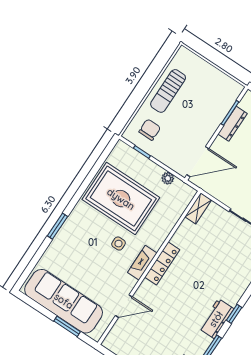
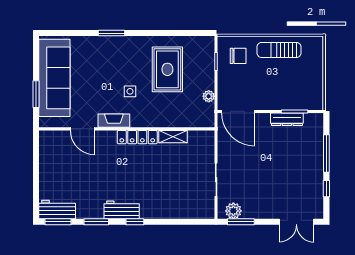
rug: (121, 199) -> (167, 69), width x0.73, depth x0.69
shelving: (198, 208) -> (173, 137), moved
fireplace: (142, 263) -> (114, 121), moved

